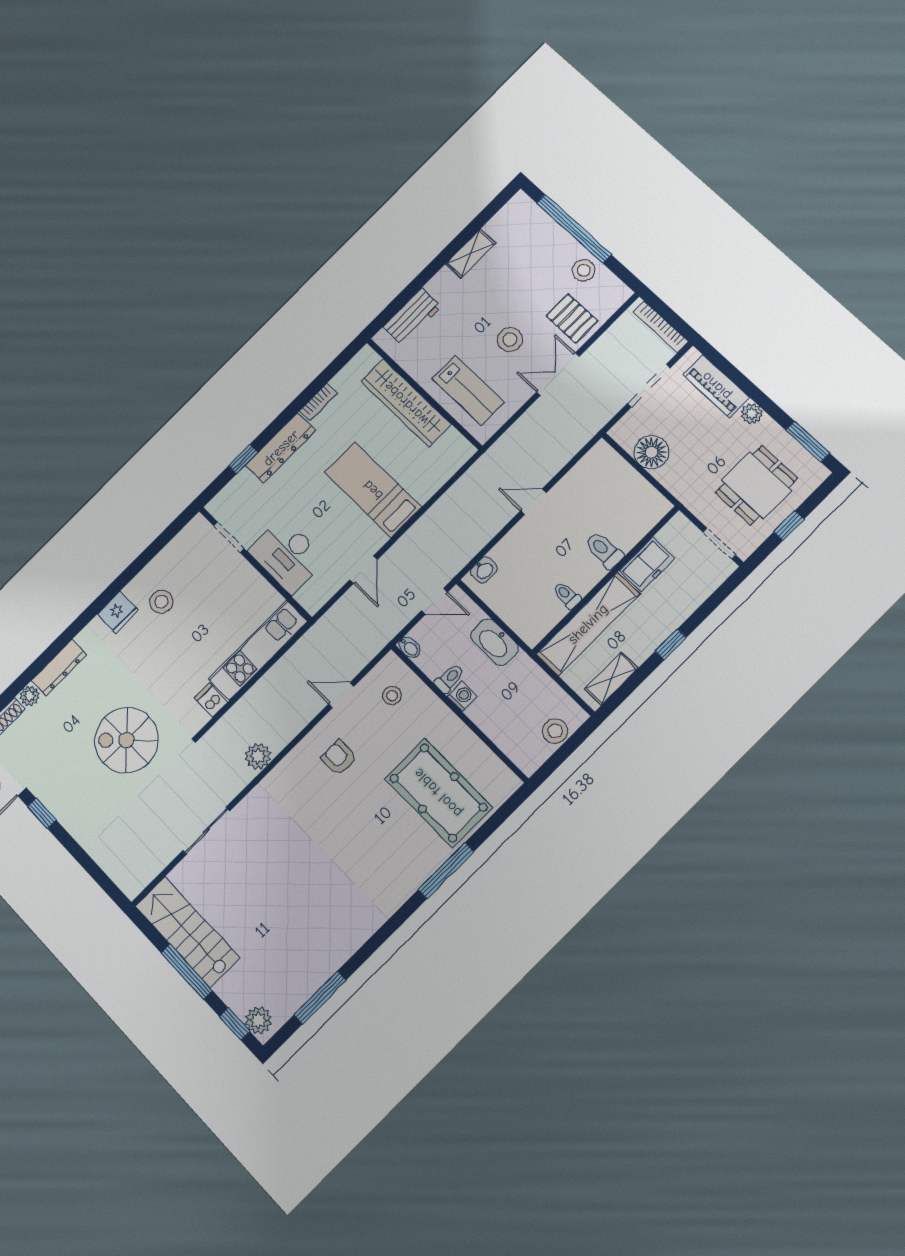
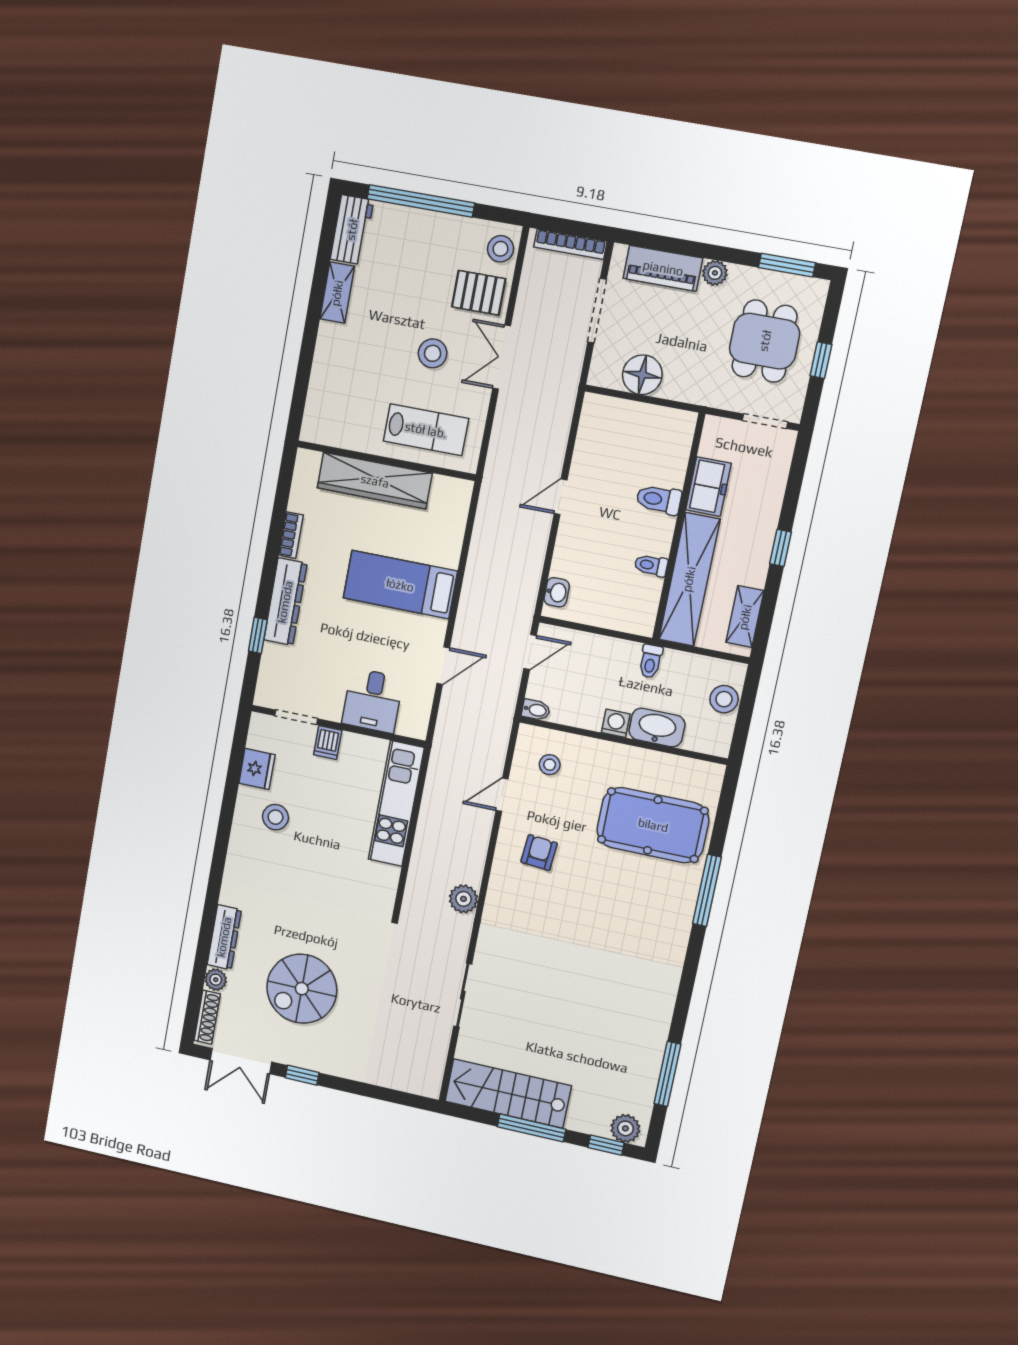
stool: (584, 270) -> (500, 249), moved
workbench: (412, 317) -> (352, 230), moved
desk: (287, 555) -> (372, 701), width x0.73
door: (363, 570) -> (443, 666), hinge flipped
fridge: (118, 612) -> (257, 769), moved
washbasin: (494, 642) -> (657, 728), moved, turned 180
toilet: (449, 678) -> (651, 661), moved, turned 180
dishwasher: (211, 700) -> (328, 742), moved, turned -90
spiral stairs: (126, 740) -> (302, 989), moved
armchair: (339, 758) -> (539, 853), turned 95

